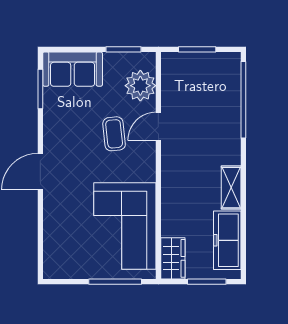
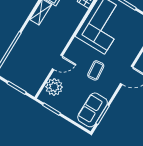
sofa: (73, 69) -> (93, 110), moved, turned -90
coffee table: (114, 134) -> (96, 70), moved

